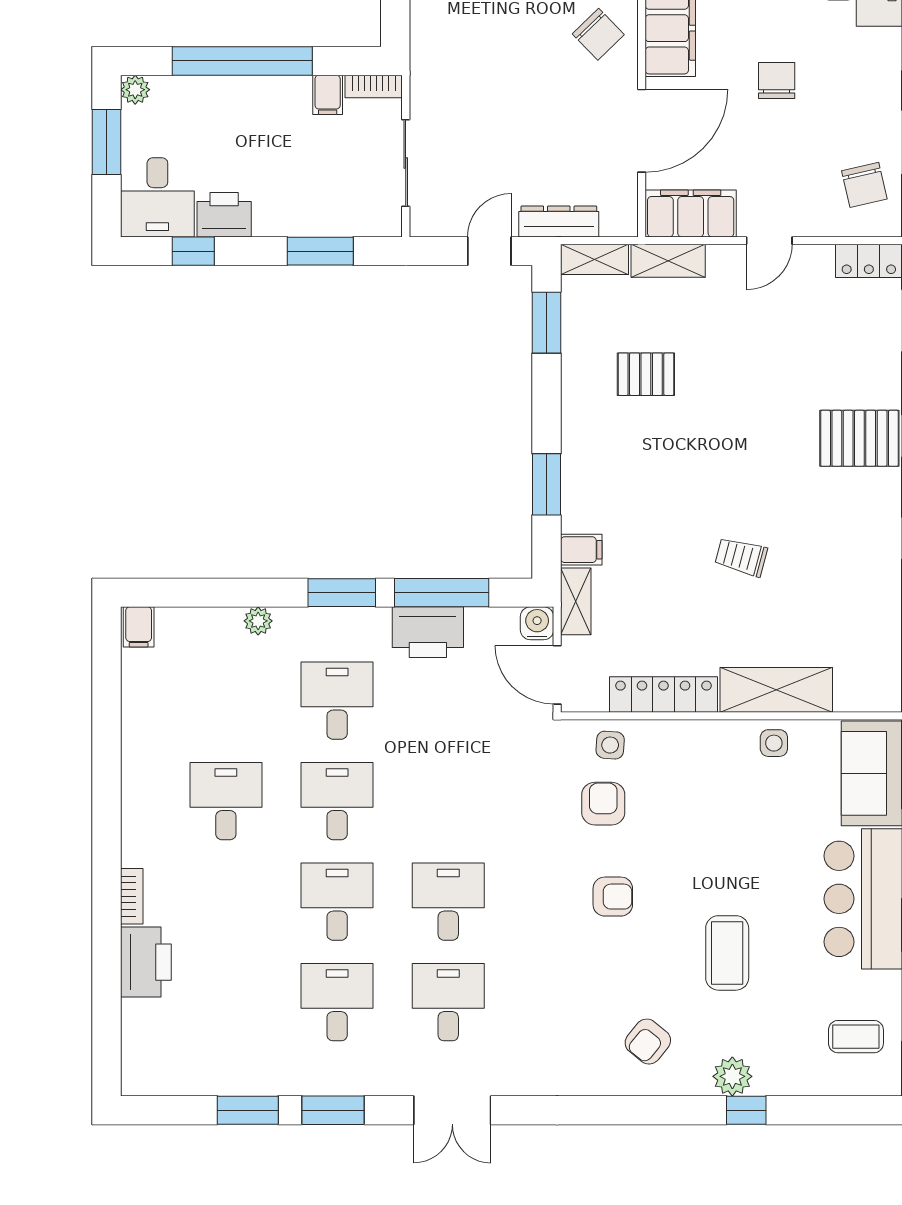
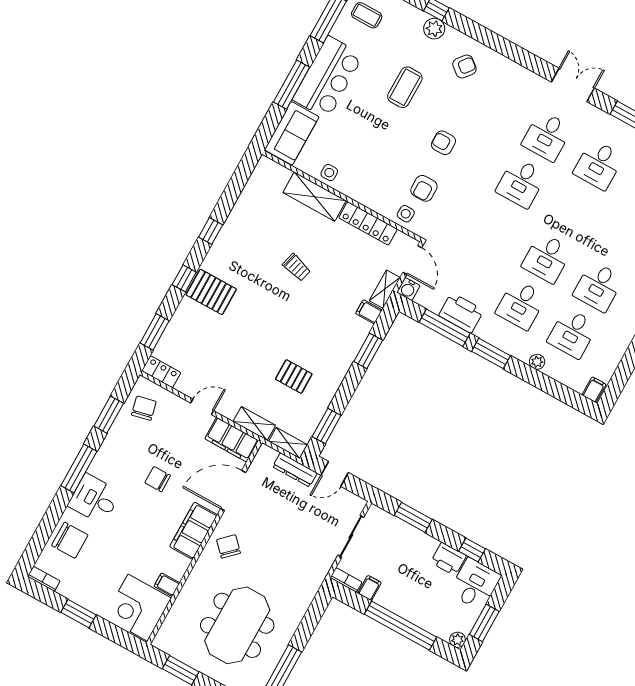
chair: (777, 80) -> (158, 479), turned 90
desk: (337, 902) -> (572, 333), moved

